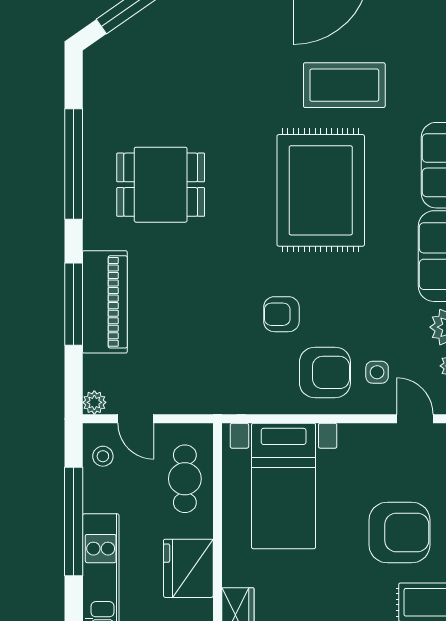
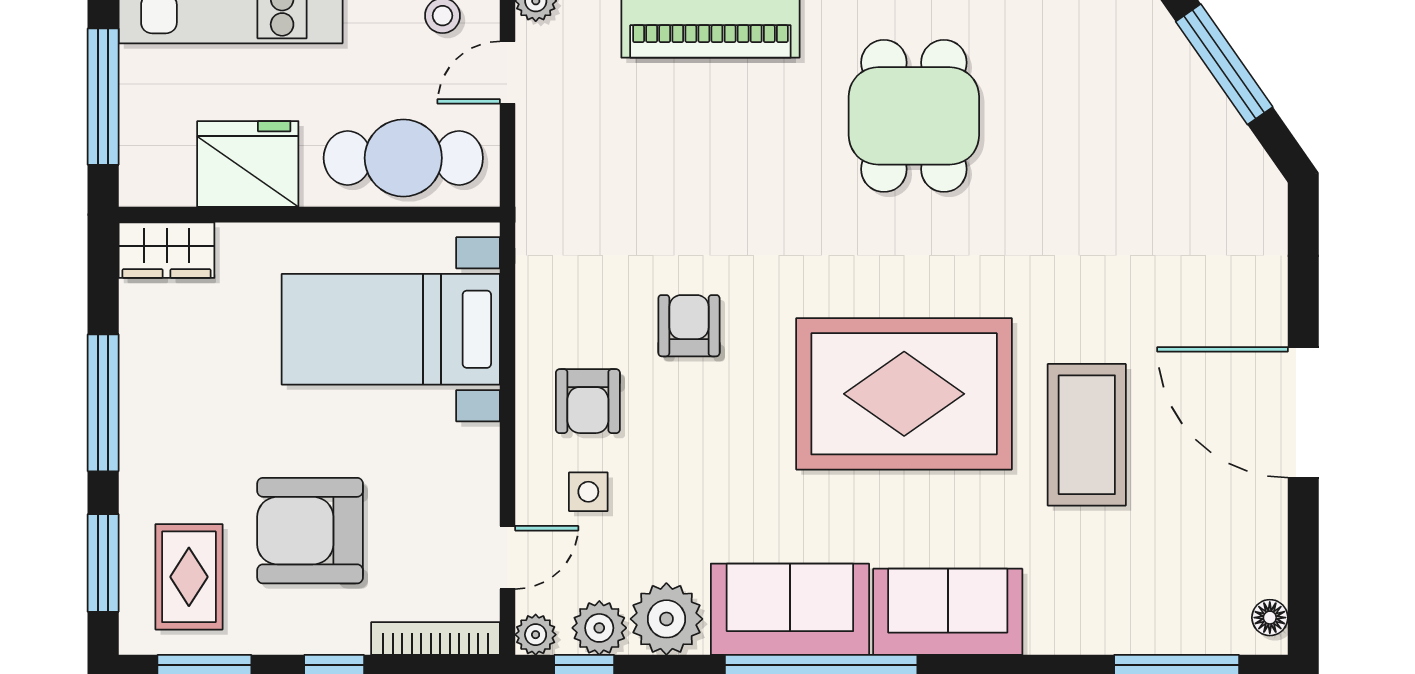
armchair: (325, 372) -> (588, 401), width x0.72, depth x0.72
cafe table: (185, 479) -> (403, 158), width x1.37, depth x1.35
armchair: (399, 532) -> (310, 531), turned 90

